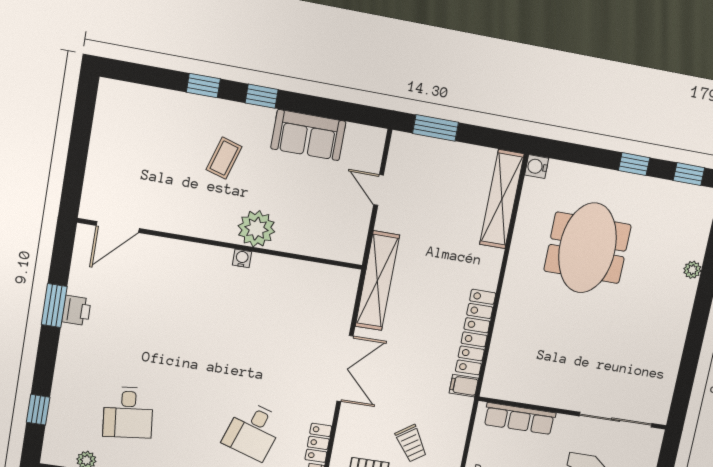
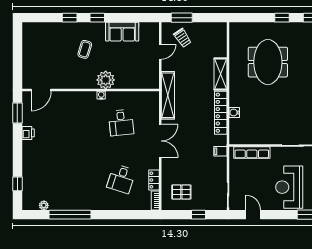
water cooler: (537, 167) -> (234, 113), moved
door: (379, 190) -> (160, 52), swing flipped
shelving: (502, 199) -> (221, 74), moved, width x0.68
window: (54, 305) -> (17, 113), moved
filing cabinet: (464, 386) -> (220, 151), moved
desk: (128, 413) -> (121, 123), moved
trolley: (411, 443) -> (183, 38), moved

